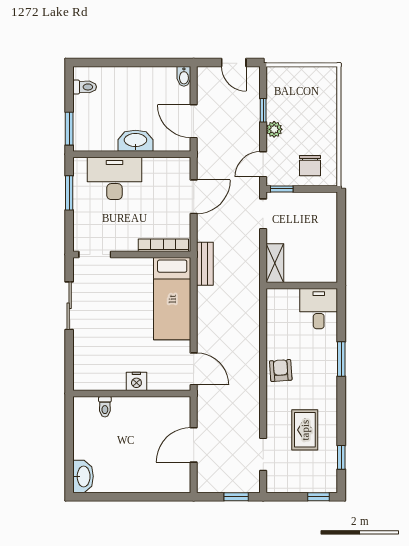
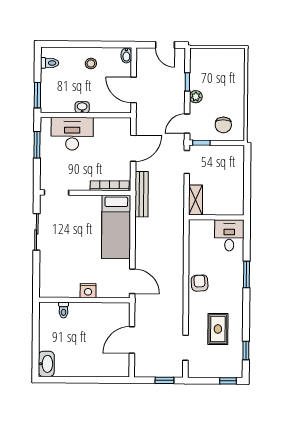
stool: (138, 87) -> (91, 64), added
washbasin: (135, 141) -> (82, 107), width x0.52, depth x0.69
bench: (205, 264) -> (142, 194), width x1.36

